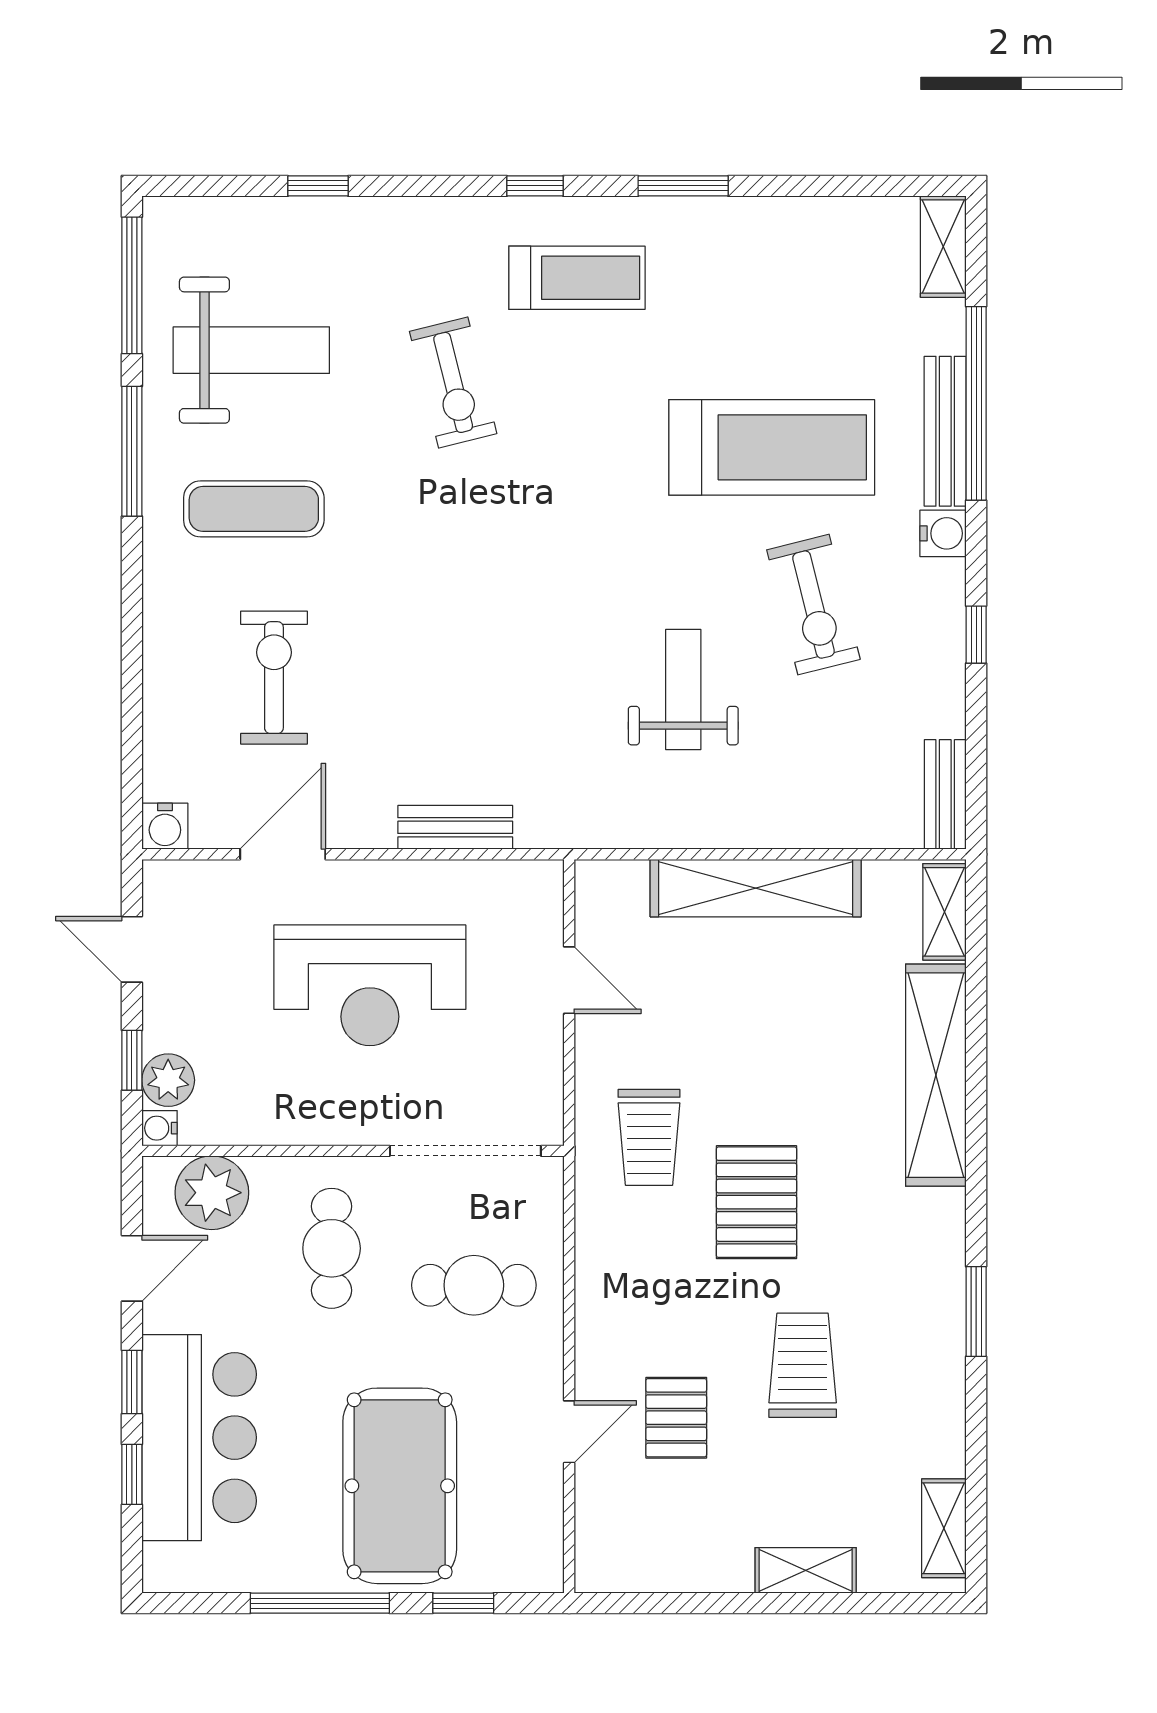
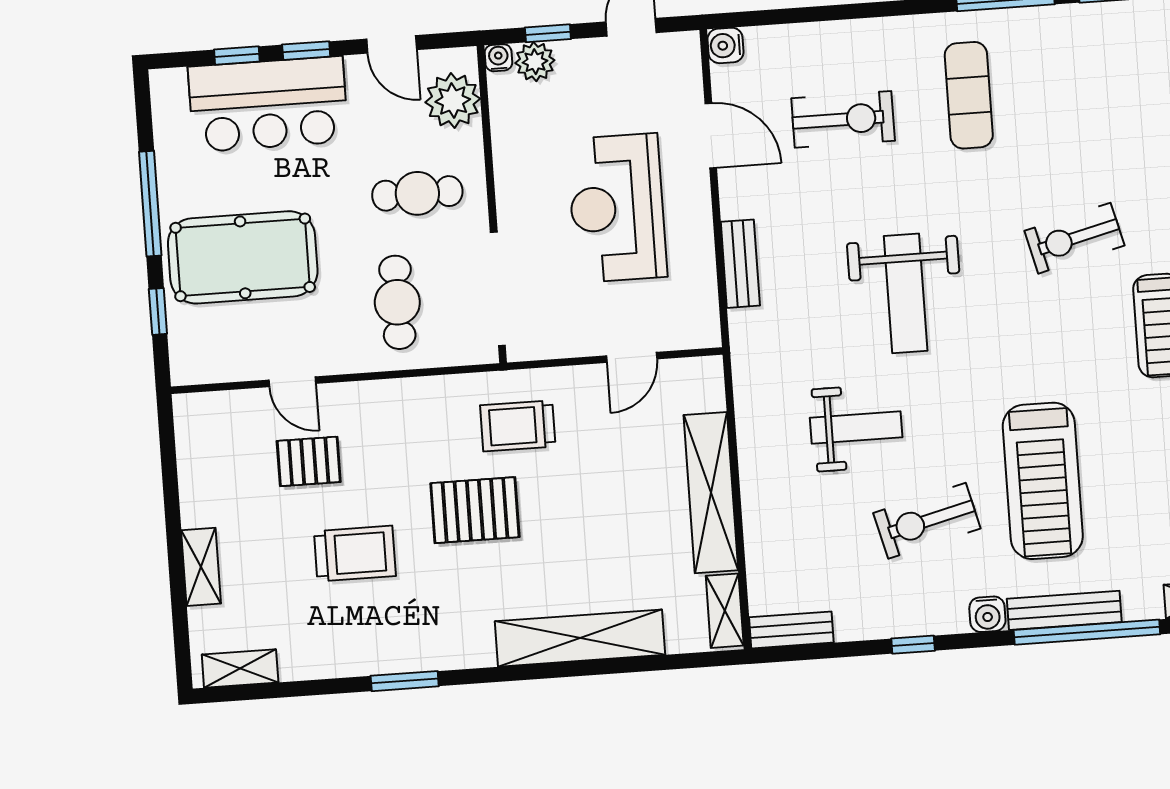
weight bench: (251, 350) -> (906, 293), moved
shelving: (944, 912) -> (725, 611), moved, turned 90

